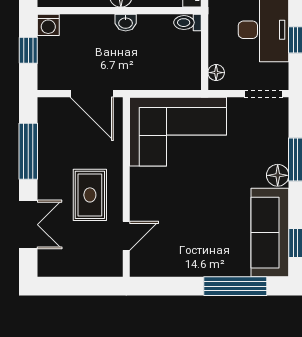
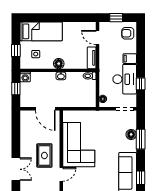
corner sofa: (178, 132) -> (79, 145), moved, turned -90
window: (28, 151) -> (16, 135), removed
floor lamp: (278, 175) -> (131, 134), moved

